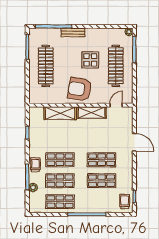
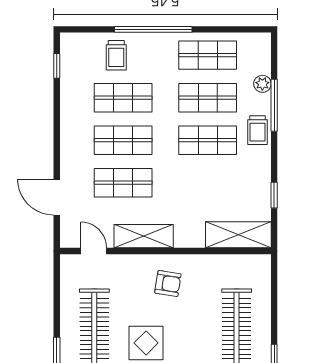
armchair: (80, 89) -> (168, 283), width x0.53, depth x0.53
door: (116, 105) -> (94, 251), swing flipped
shelving: (60, 113) -> (238, 235), moved
shop shelf: (102, 139) -> (123, 183), added
door: (134, 142) -> (57, 197), moved
trolley: (125, 201) -> (116, 55), moved

